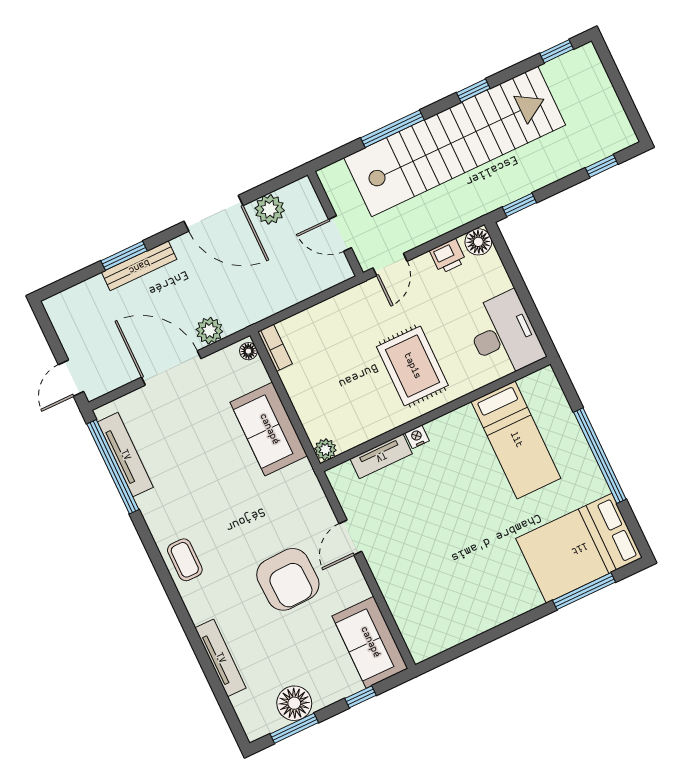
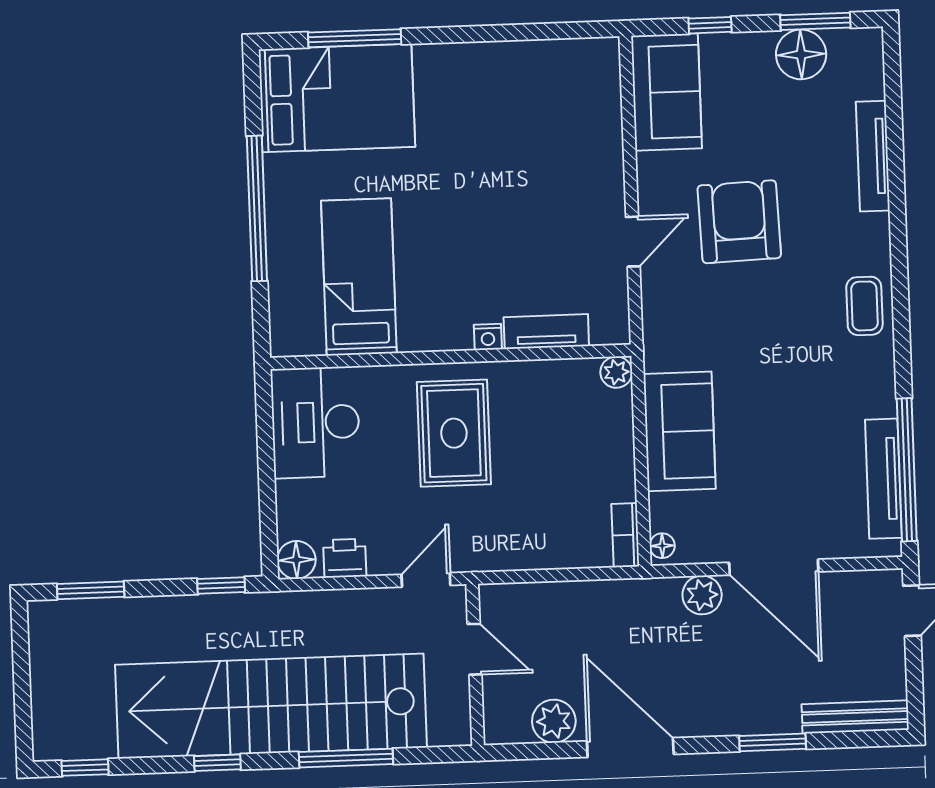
window: (602, 166) -> (91, 590), width x1.50
bench: (139, 266) -> (855, 717), moved

